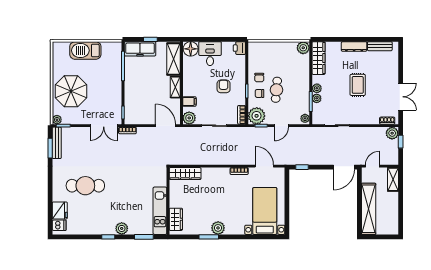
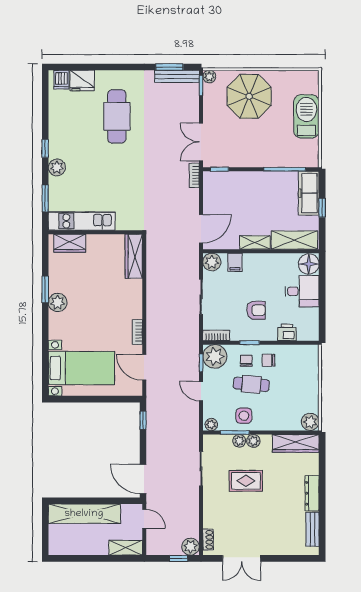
printer: (239, 48) -> (287, 332), moved
rug: (358, 85) -> (246, 481), moved
side table: (299, 95) -> (244, 416), added
door: (264, 166) -> (144, 367), swing flipped

